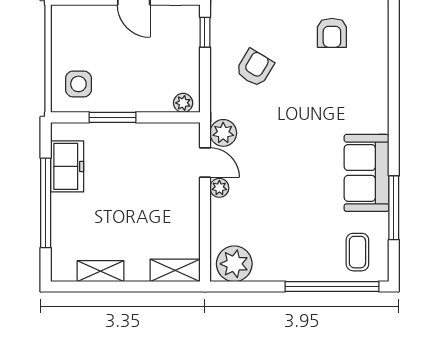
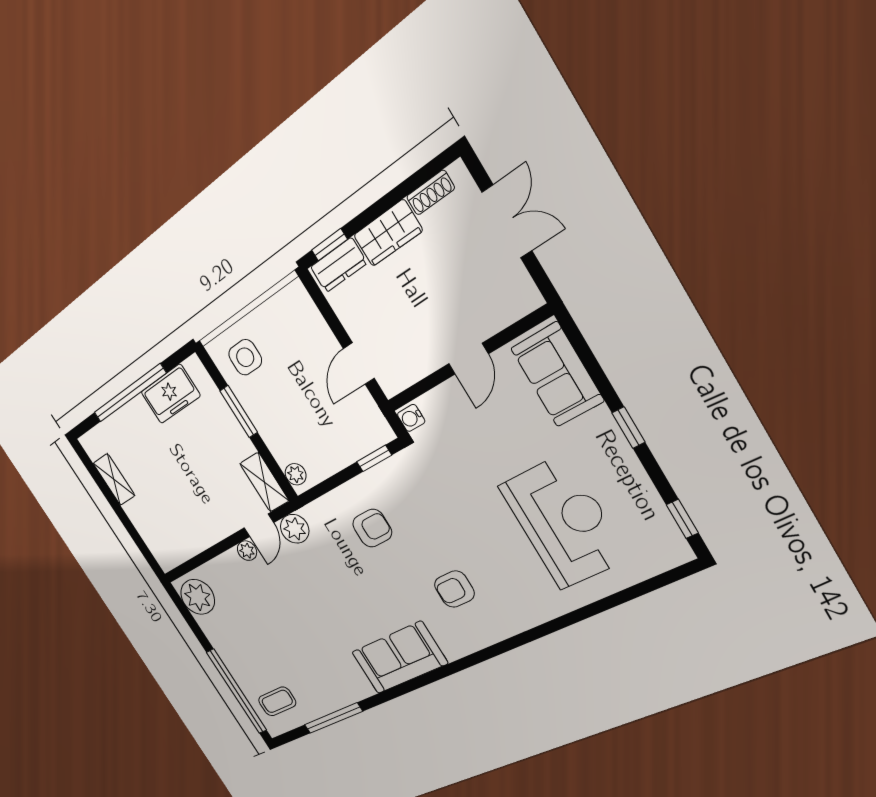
armchair: (255, 68) -> (372, 528), turned -31
sofa: (366, 173) -> (399, 658), moved
shelving: (175, 270) -> (264, 482), moved

